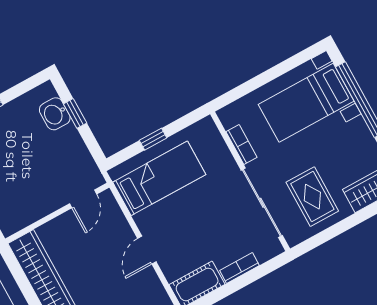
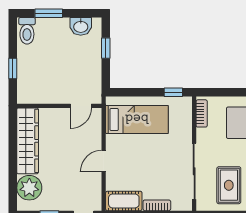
washbasin: (55, 114) -> (81, 26), moved, turned -90
window: (153, 139) -> (173, 92), moved
bookcase: (241, 144) -> (202, 113), moved

